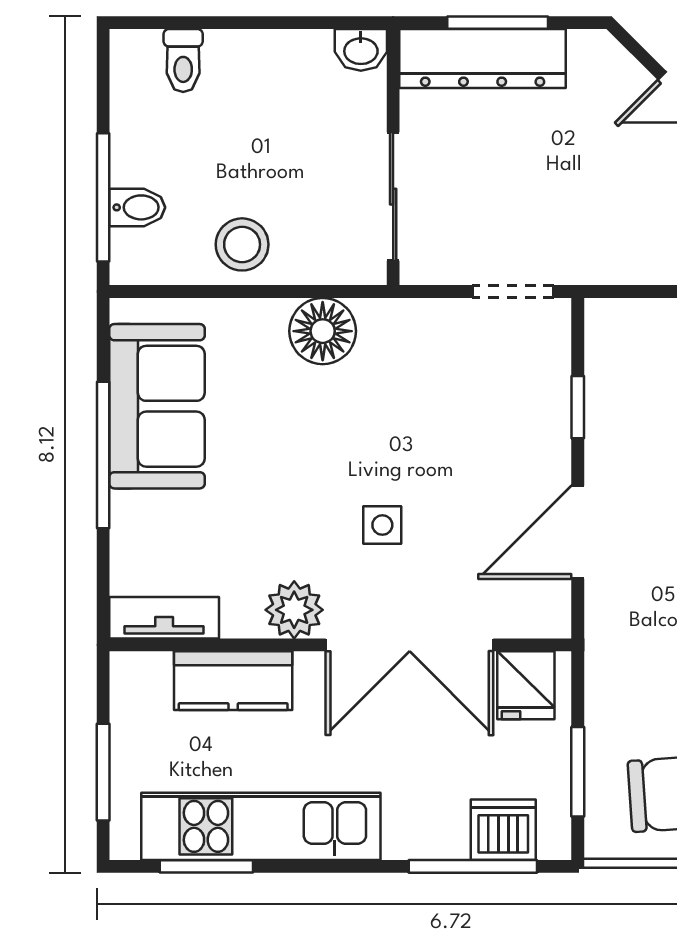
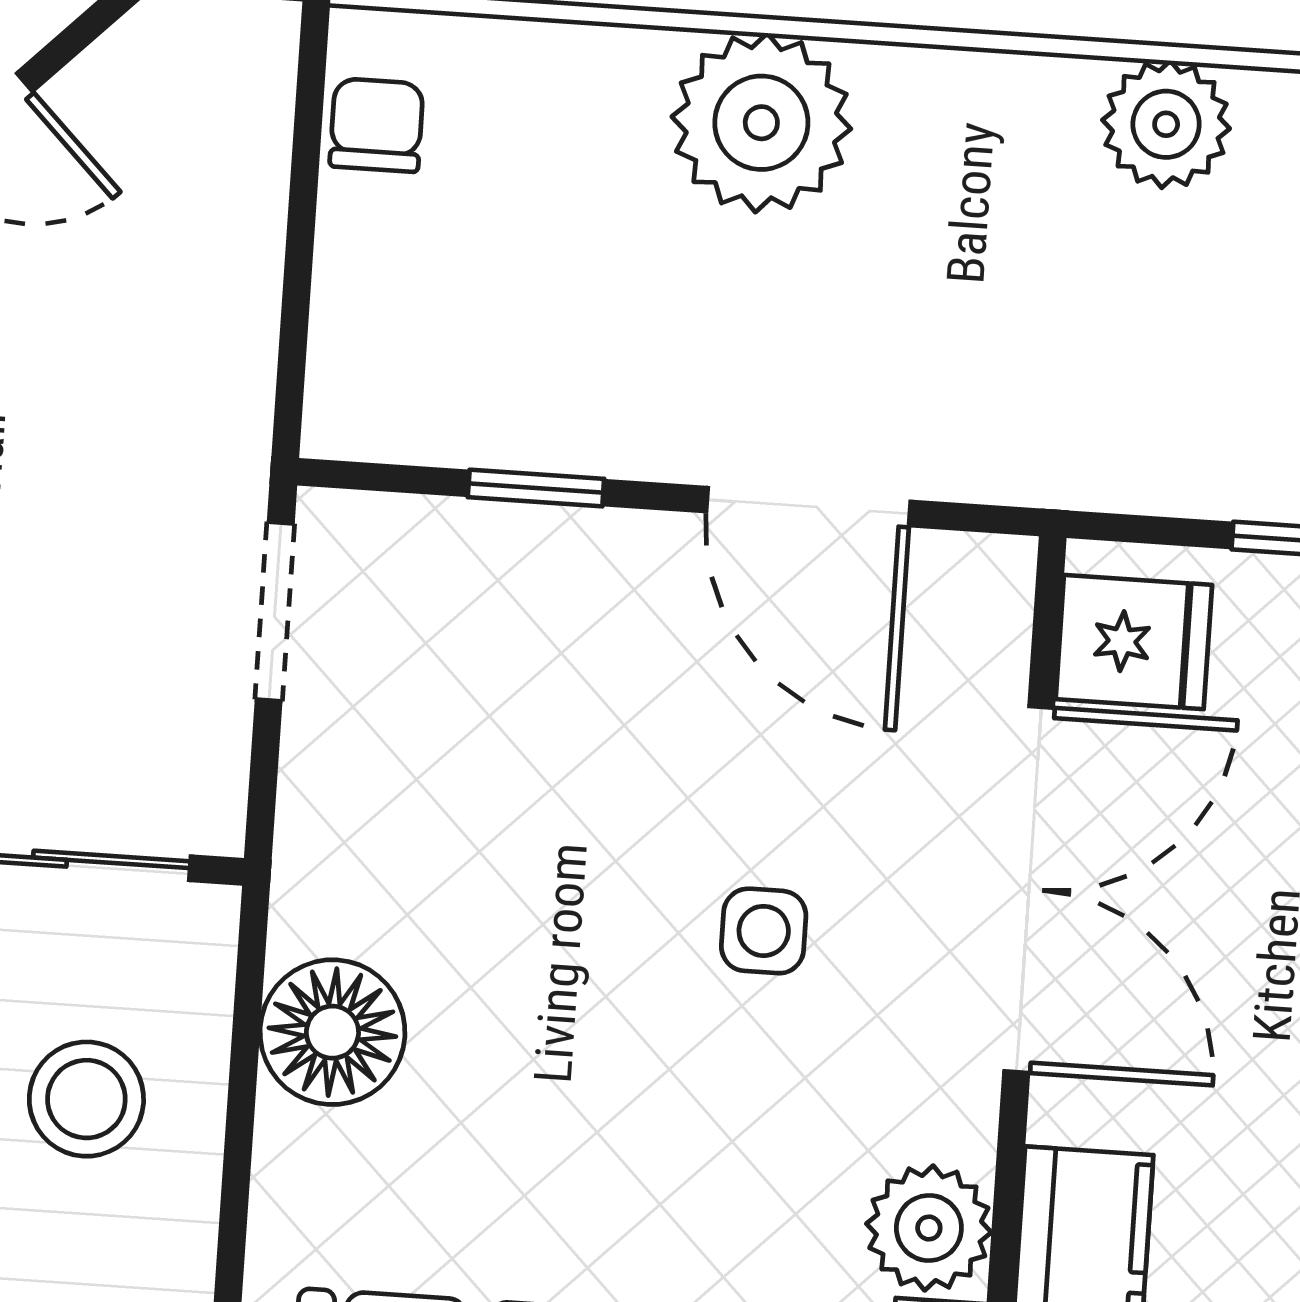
stool: (242, 244) -> (86, 1099), moved
plant: (294, 610) -> (929, 1228), moved

